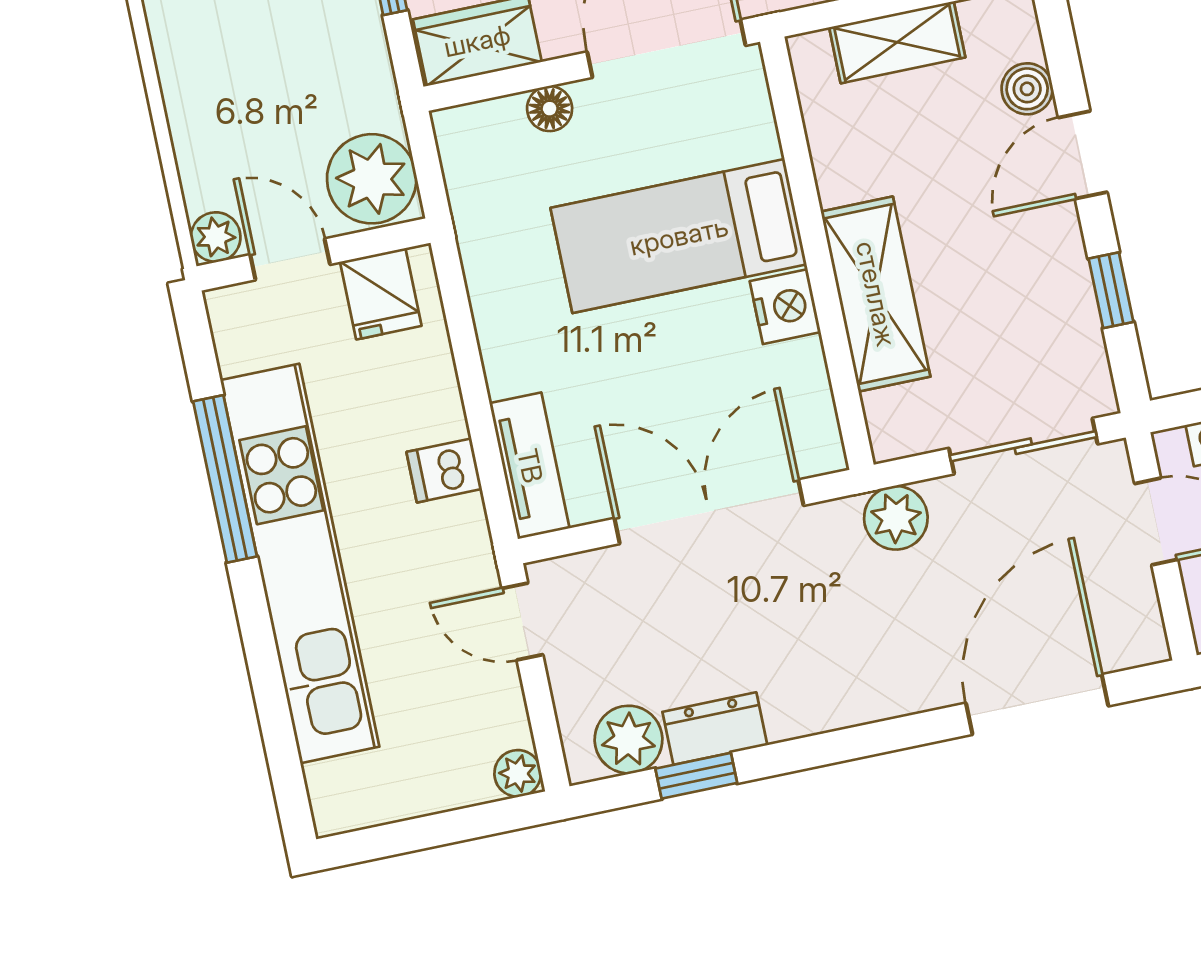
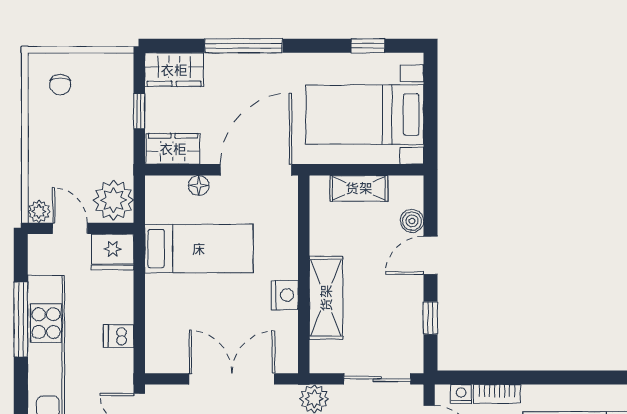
bed: (679, 236) -> (199, 249), moved, turned 180
fridge: (381, 294) -> (113, 252), width x1.38
tv unit: (530, 466) -> (157, 342), removed

